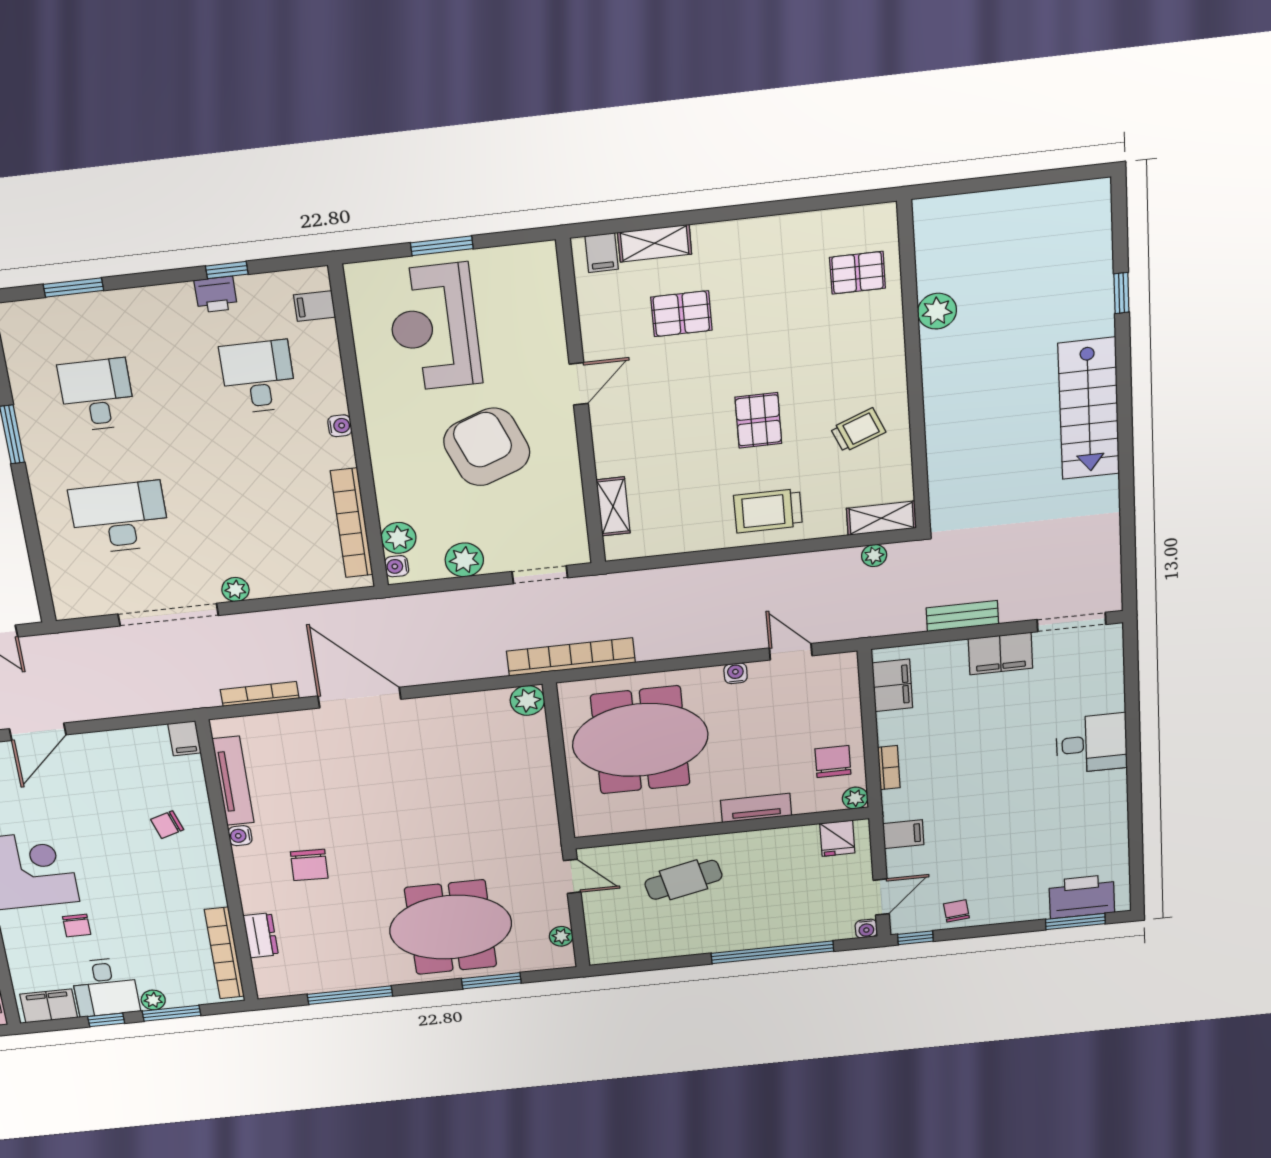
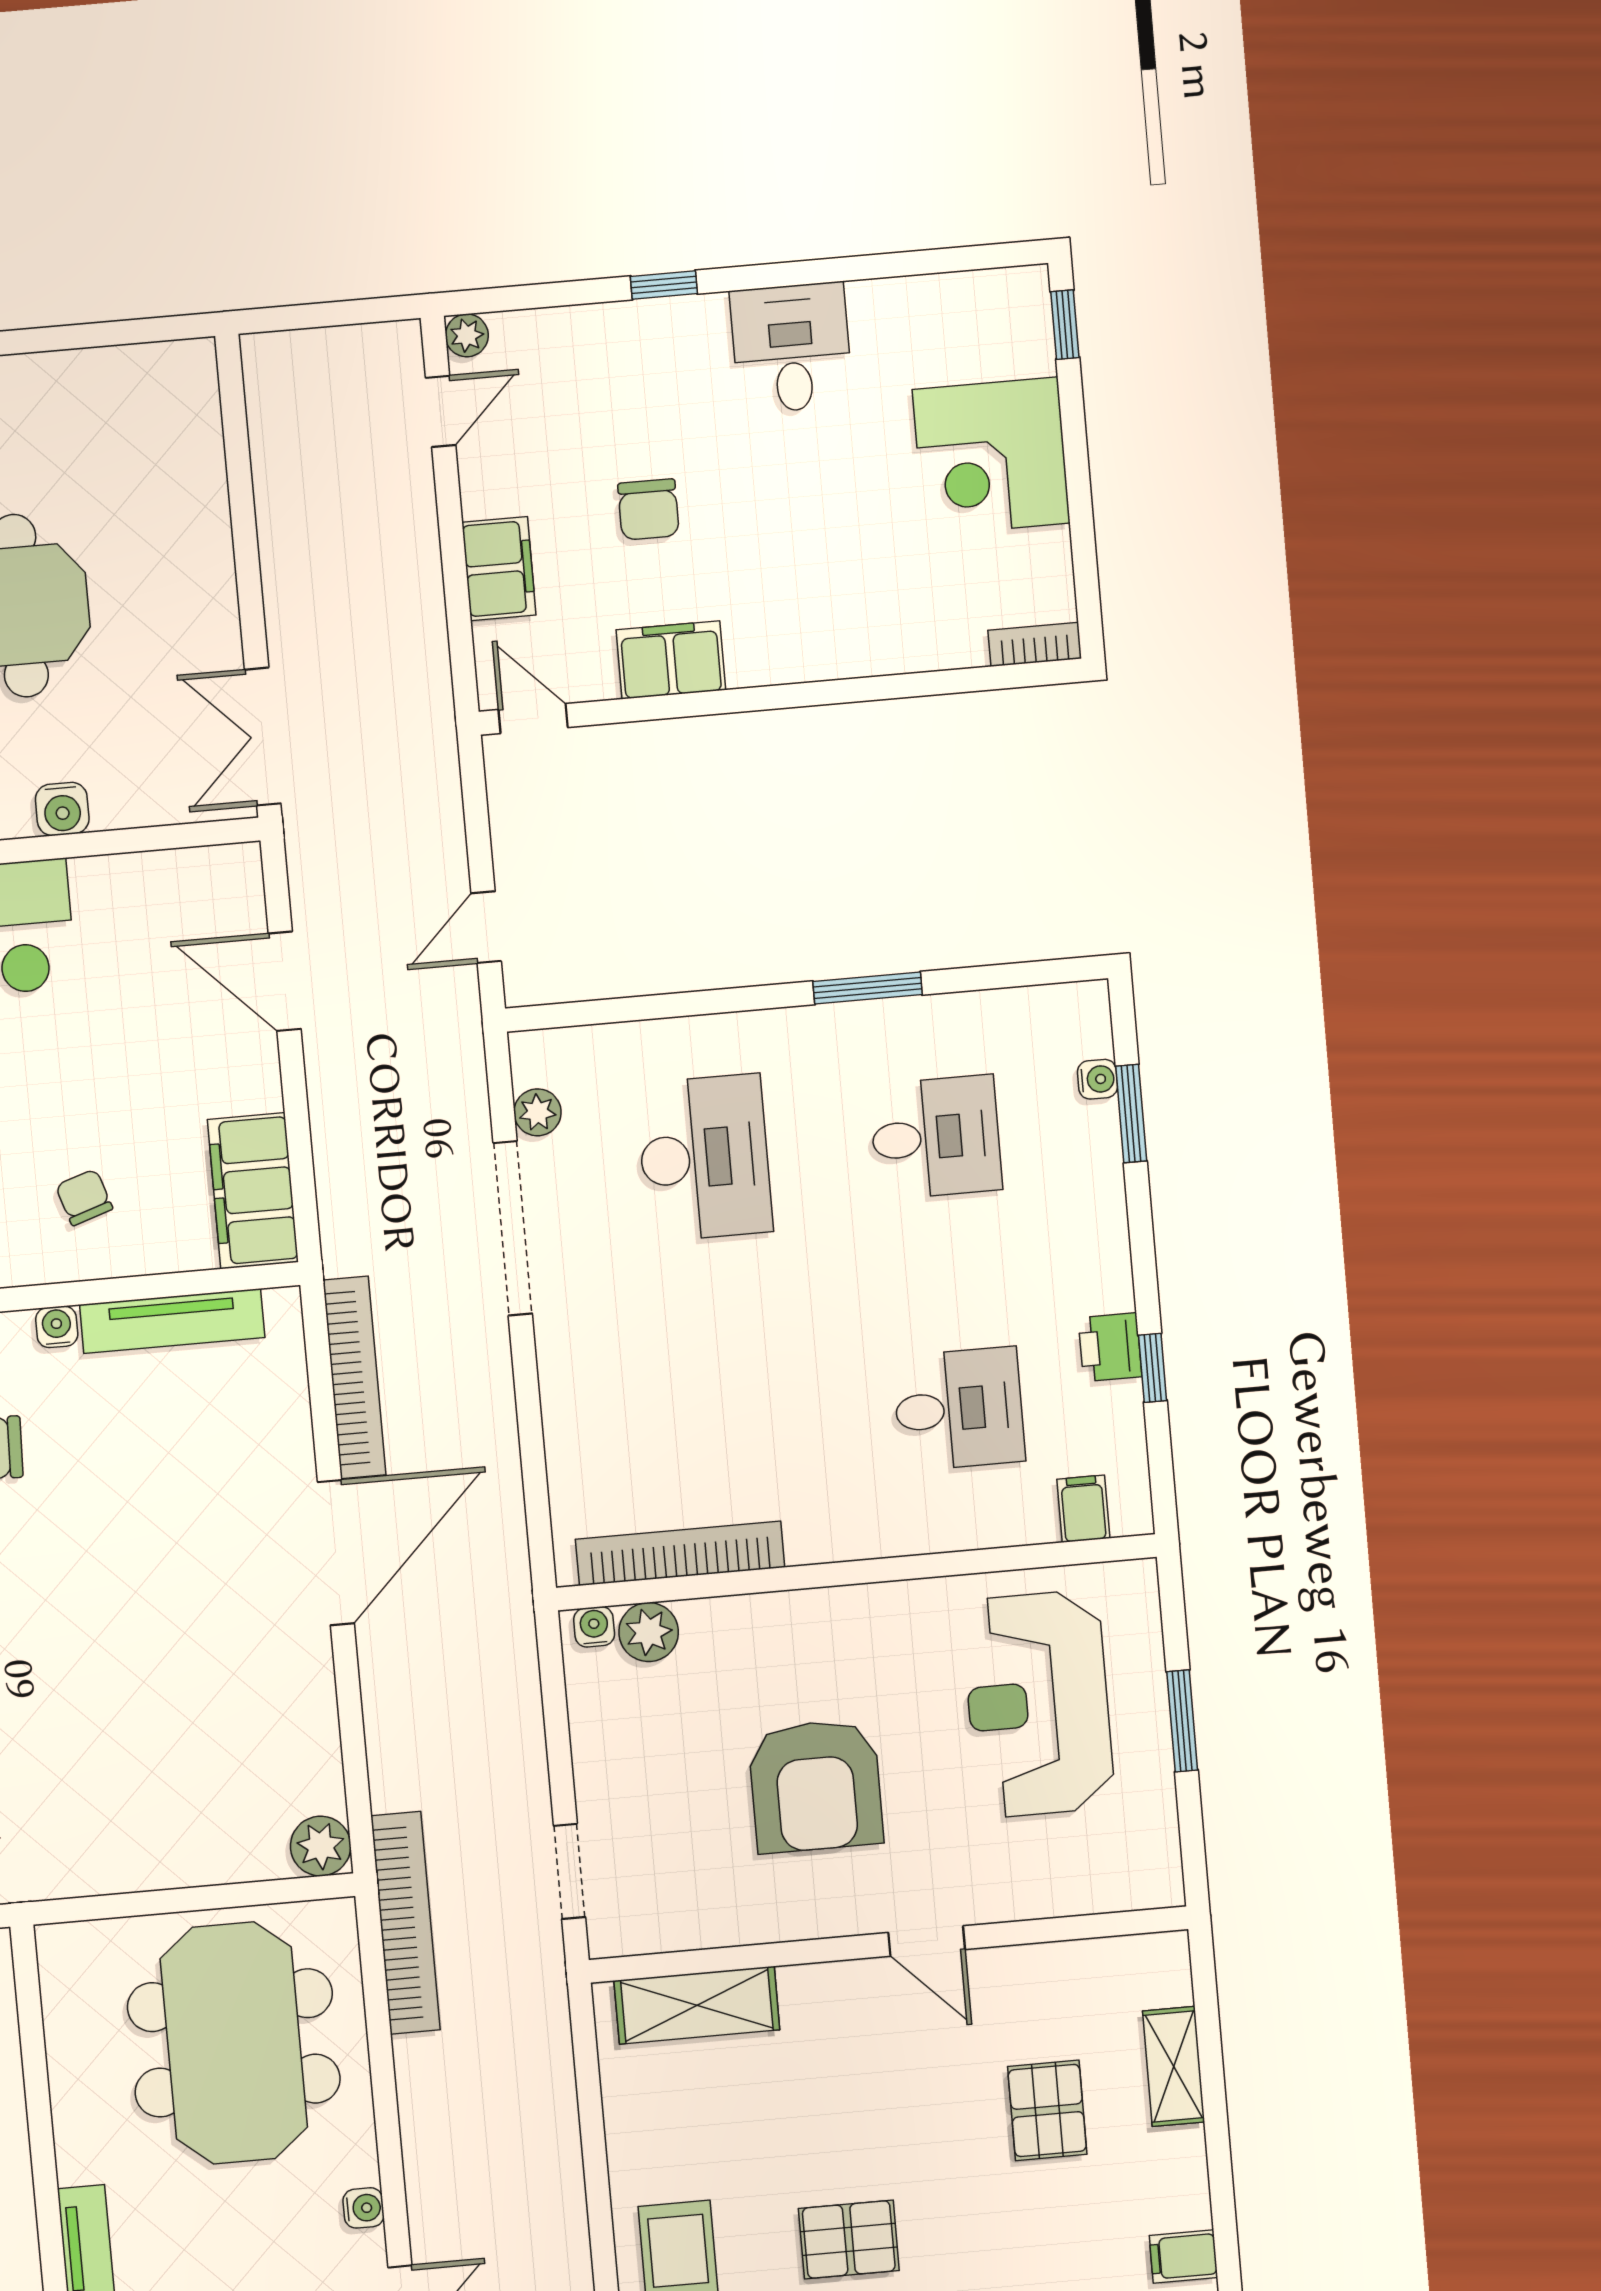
filing cabinet: (602, 253) -> (1183, 2256), moved
reception desk: (434, 327) -> (1038, 1704), turned -90
water cooler: (340, 426) -> (1098, 1079), moved, turned -90
armchair: (487, 447) -> (816, 1786), turned 111
shelving: (613, 506) -> (697, 2005), width x1.50, depth x1.33
plant: (464, 560) -> (602, 1743), removed
plant: (235, 589) -> (538, 1112), moved
bookcase: (260, 694) -> (354, 1377), width x1.48, depth x1.31
filing cabinet: (184, 738) -> (253, 1191), width x3.00, depth x1.17

